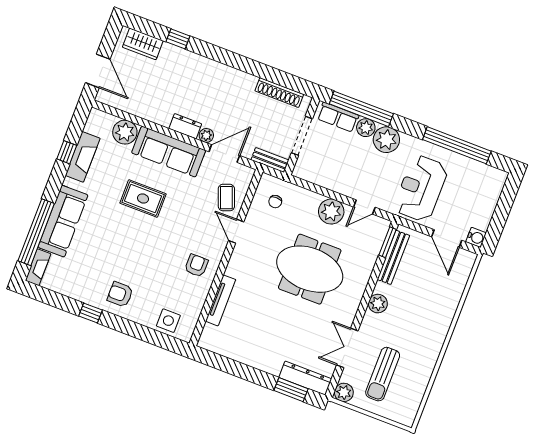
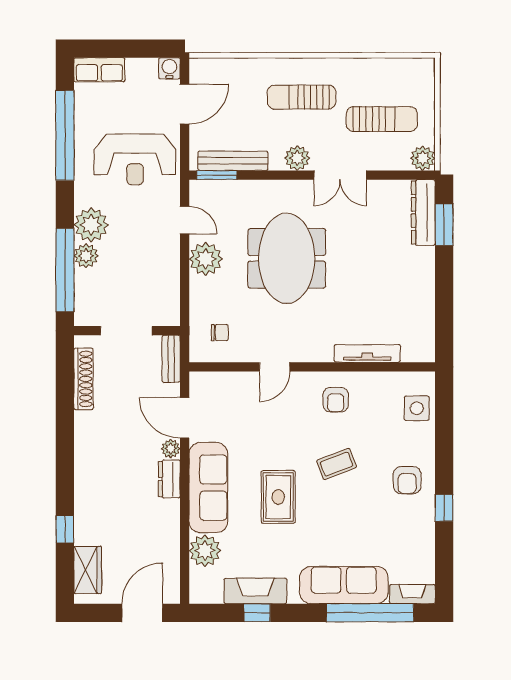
row of seats: (338, 117) -> (99, 70), moved, turned 90
coffee table: (226, 198) -> (337, 464), moved
armchair: (196, 265) -> (336, 400), turned -90
sun lounger: (420, 323) -> (302, 97), added
double door: (347, 348) -> (340, 175), moved

